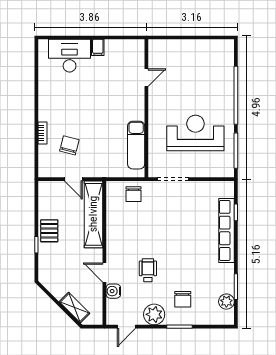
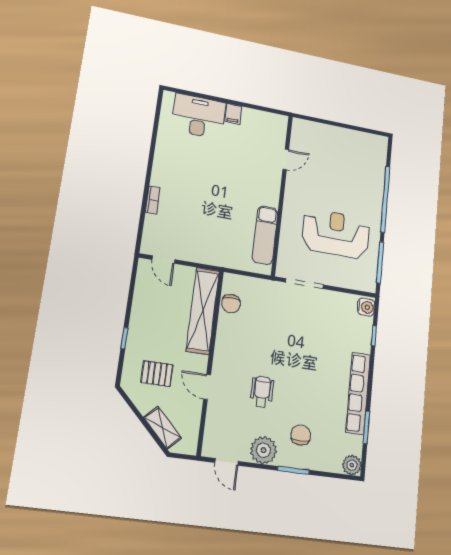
chair: (69, 145) -> (184, 221), removed
door: (73, 179) -> (163, 260), moved
chair: (134, 194) -> (231, 304), moved
row of seats: (227, 230) -> (358, 393), moved
pallet: (49, 231) -> (157, 374), moved, turned 90
water cooler: (113, 291) -> (366, 307), moved, turned 180
chair: (183, 299) -> (301, 435), turned 180
plant: (226, 302) -> (352, 465), moved
door: (126, 327) -> (227, 462), hinge flipped

